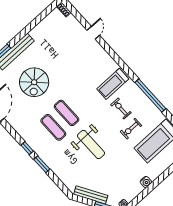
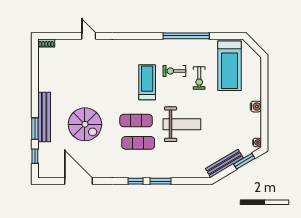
treadmill: (113, 84) -> (147, 82), moved, turned 180

